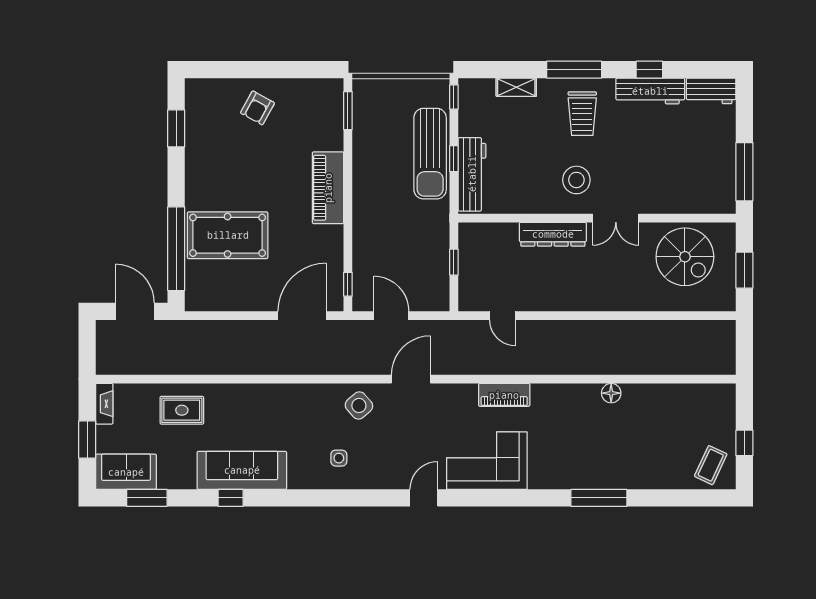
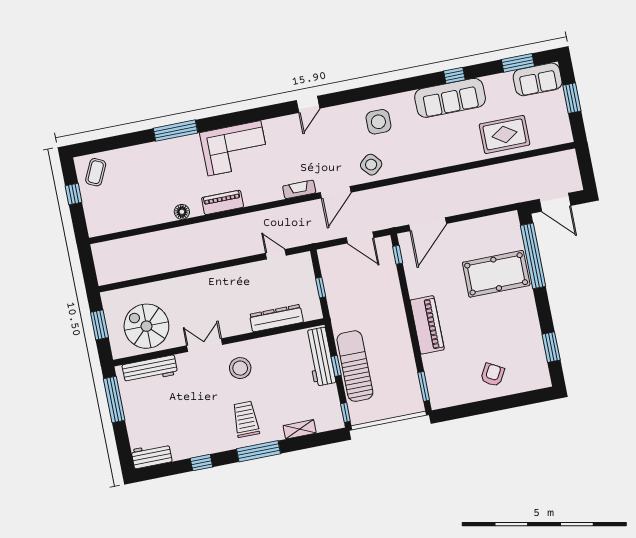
workbench: (650, 91) -> (150, 369), moved, turned 180
dresser: (553, 234) -> (276, 318), moved
piano: (504, 395) -> (223, 202), moved
fireplace: (104, 404) -> (299, 189), moved, turned 90
rug: (182, 410) -> (505, 134), width x1.36, depth x1.43
side table: (339, 458) -> (378, 122), width x1.87, depth x1.87
corner sofa: (487, 461) -> (234, 148), moved

